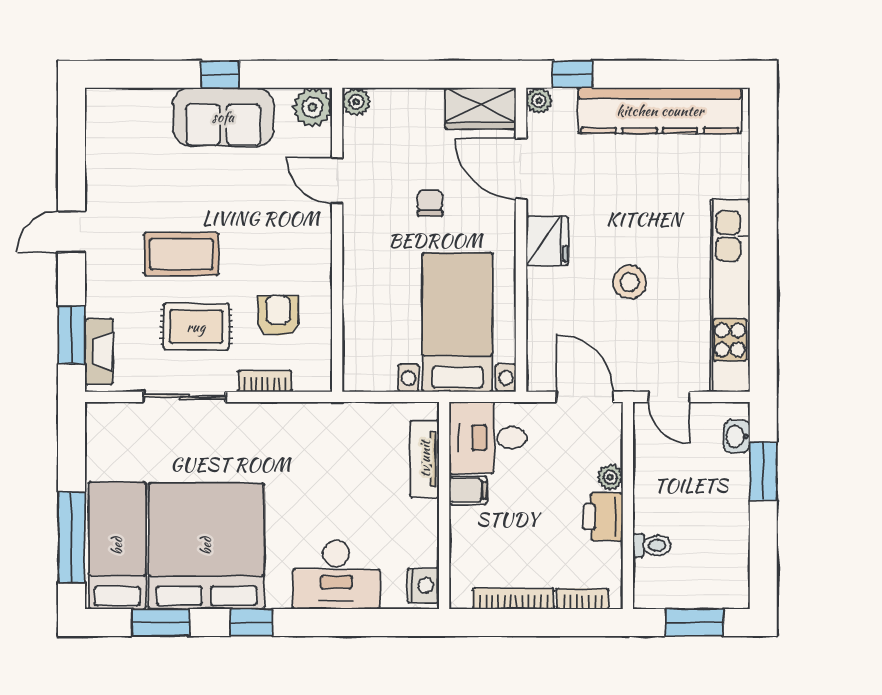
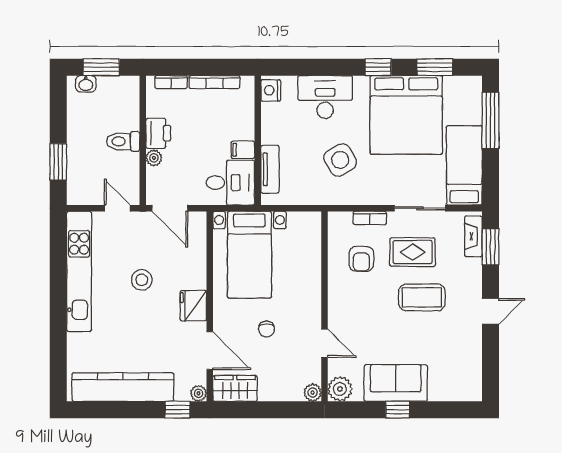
washbasin: (737, 437) -> (86, 84), moved, turned 90
side table: (312, 474) -> (340, 160), added
toilet: (652, 545) -> (123, 141), moved, width x1.37, depth x1.39
bed: (117, 546) -> (464, 165), moved, turned 180

